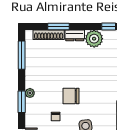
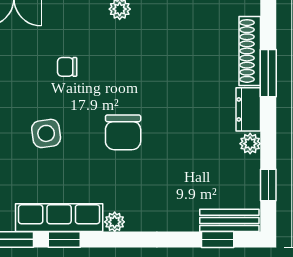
plant: (94, 39) -> (250, 144), width x0.53, depth x0.53
chair: (71, 96) -> (123, 132), moved, turned 180

